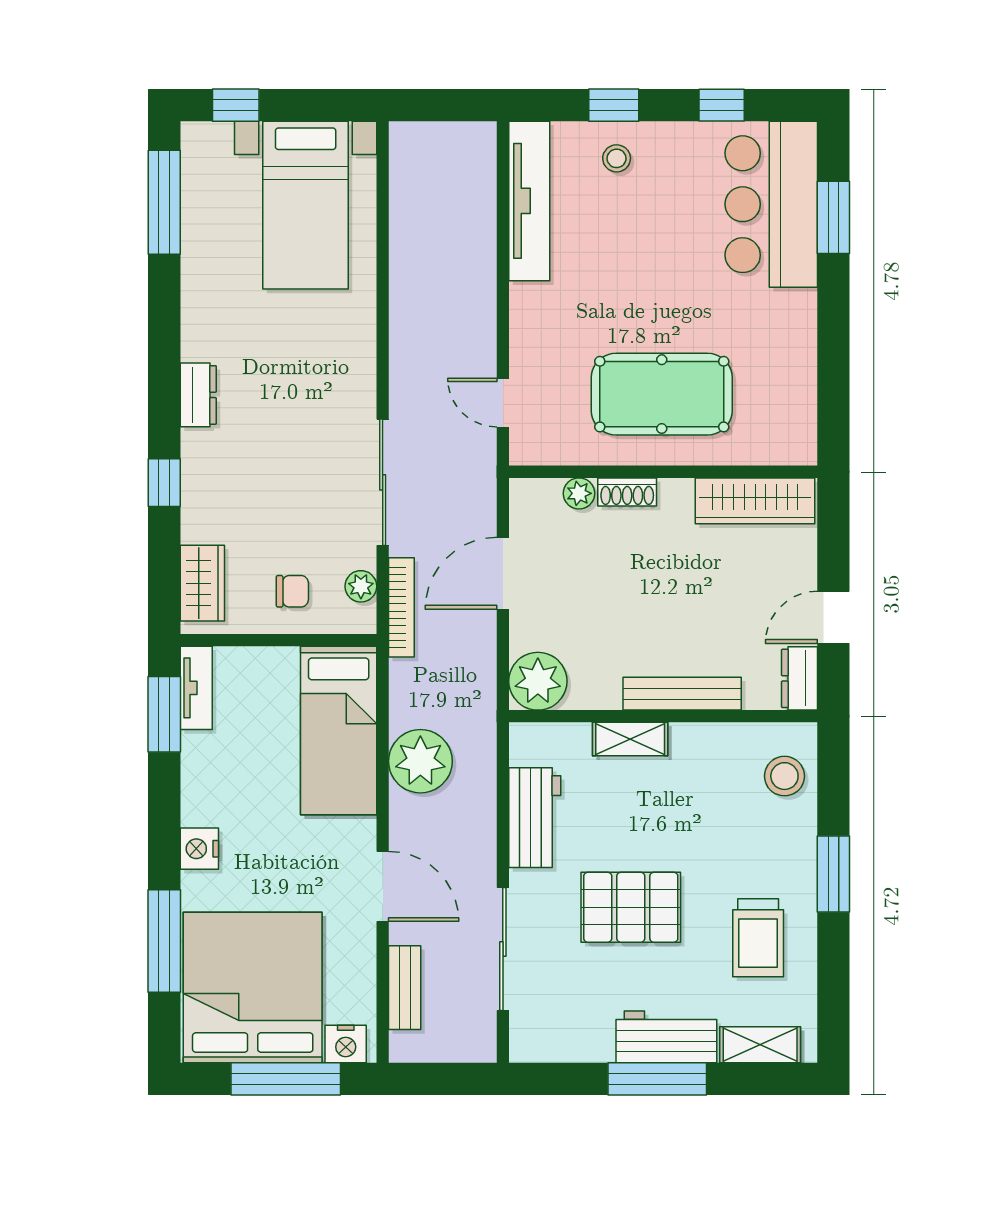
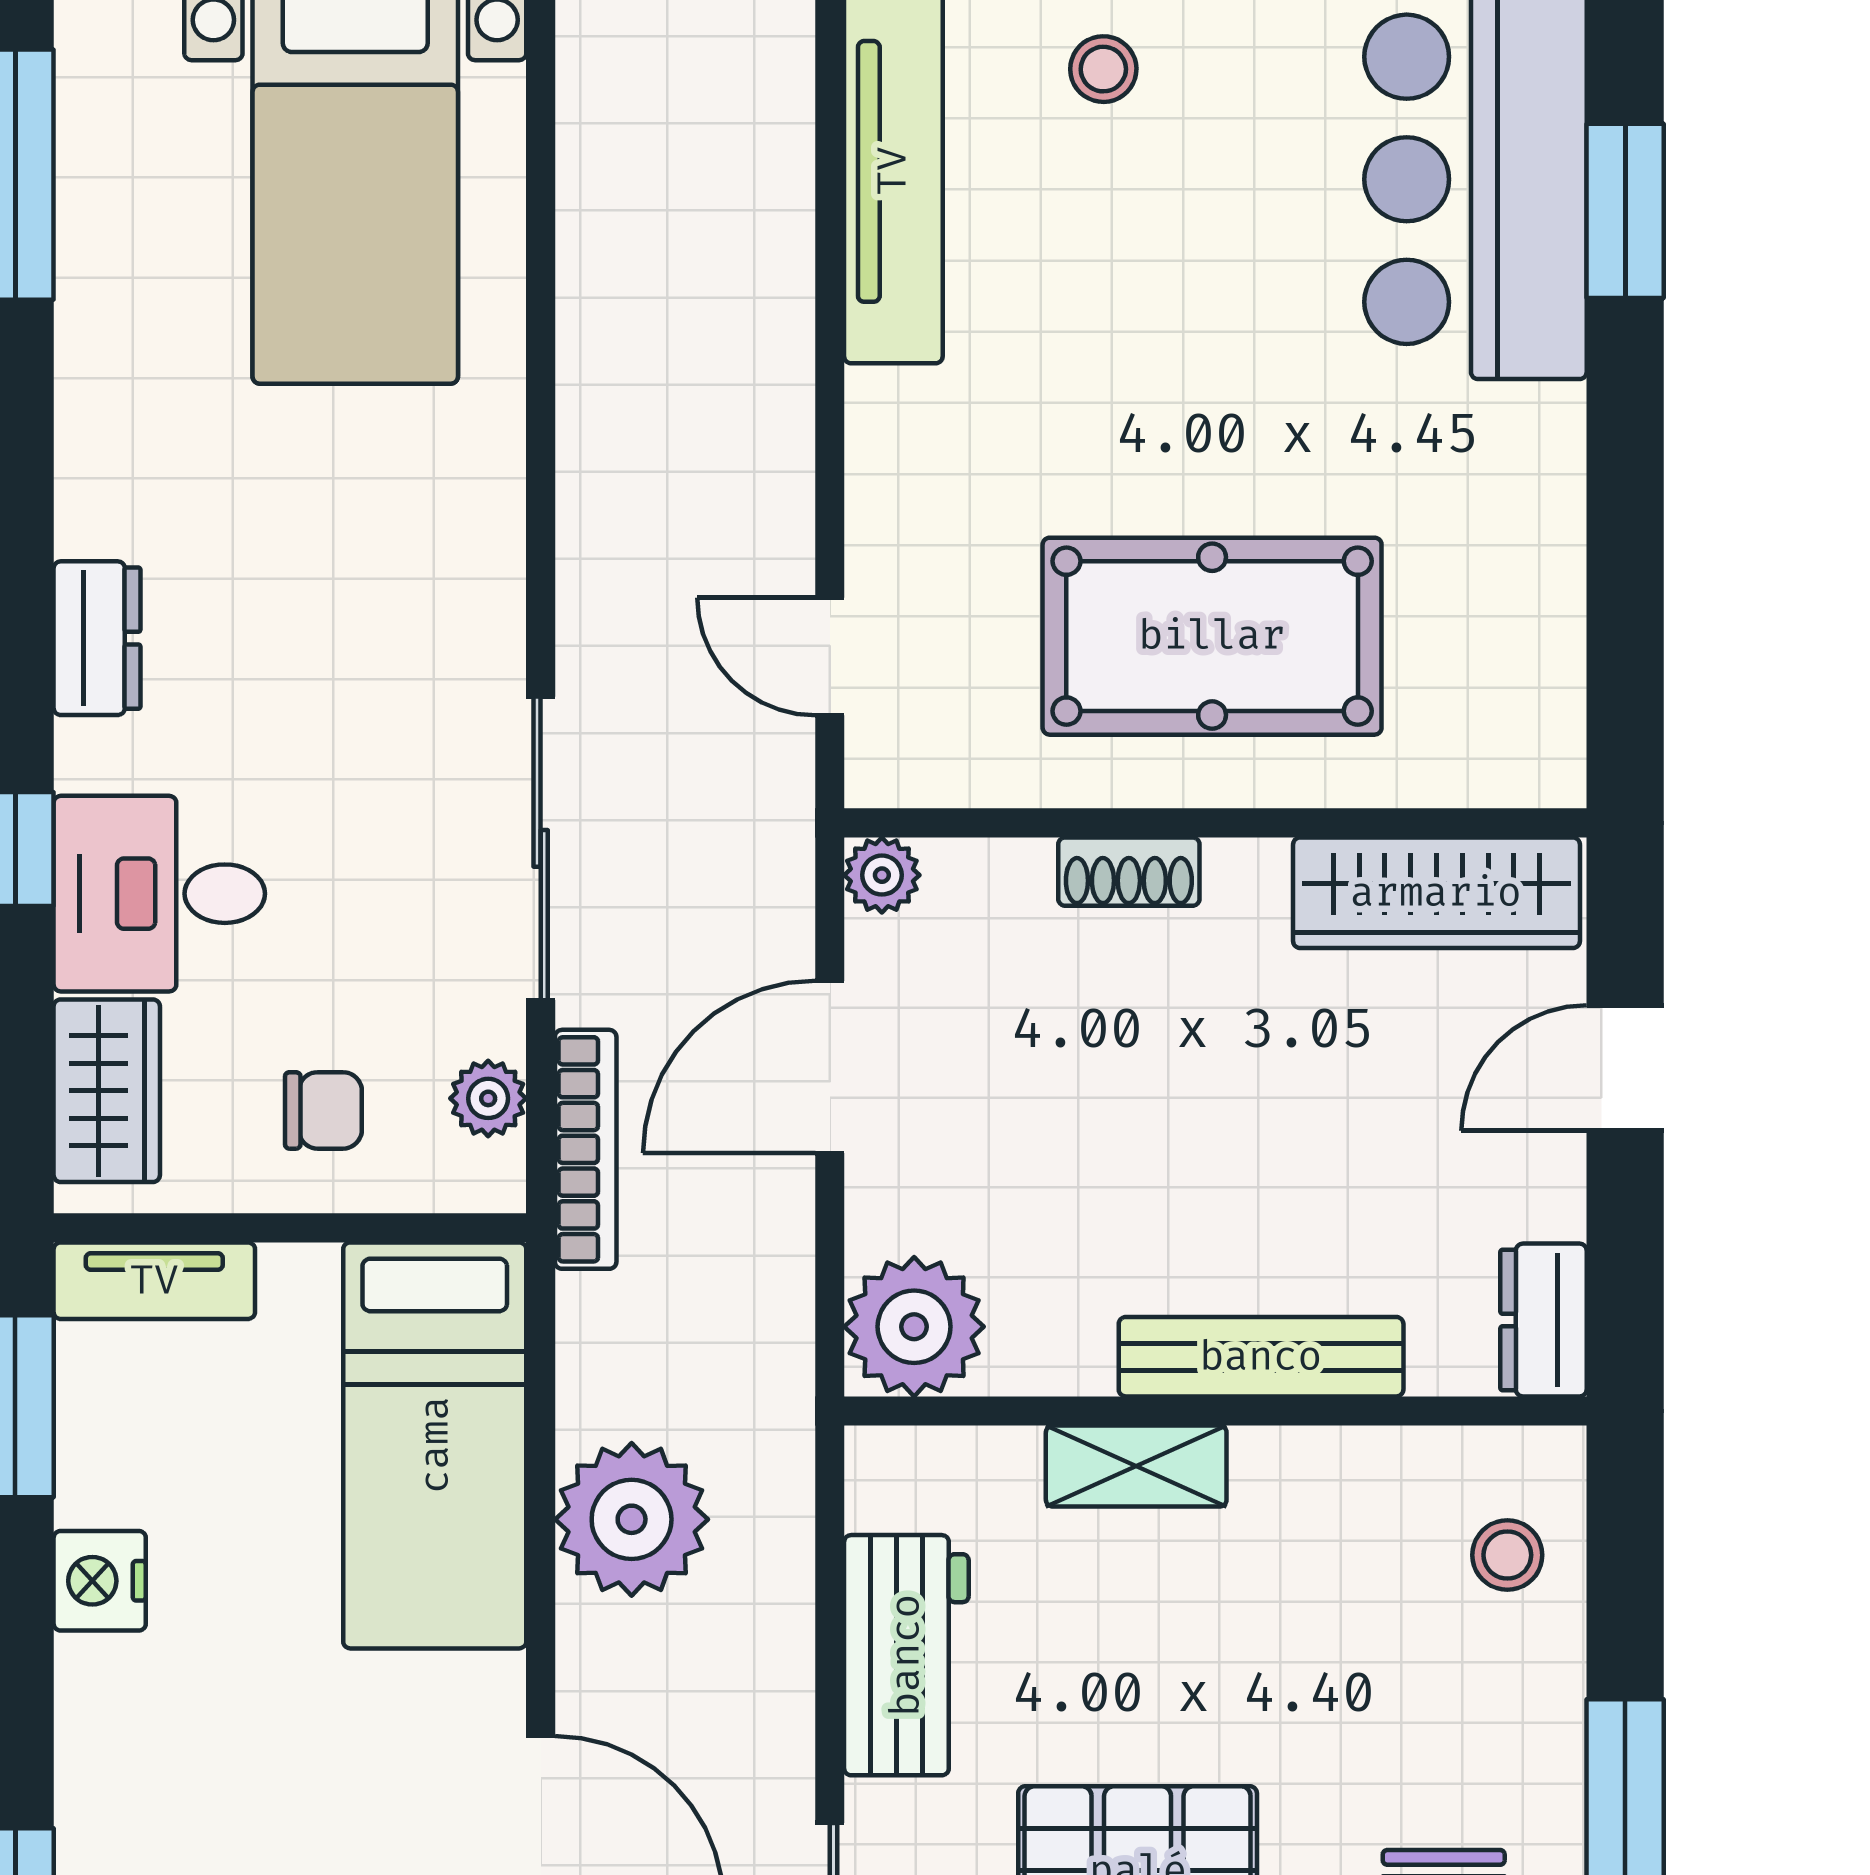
plant: (579, 493) -> (882, 875), moved
desk: (224, 501) -> (159, 894), added
door: (833, 617) -> (1625, 1068), moved
tv unit: (196, 688) -> (154, 1281), moved, turned 90
stool: (784, 776) -> (1507, 1555), width x0.73, depth x0.73
nightstand: (199, 849) -> (100, 1581), moved

